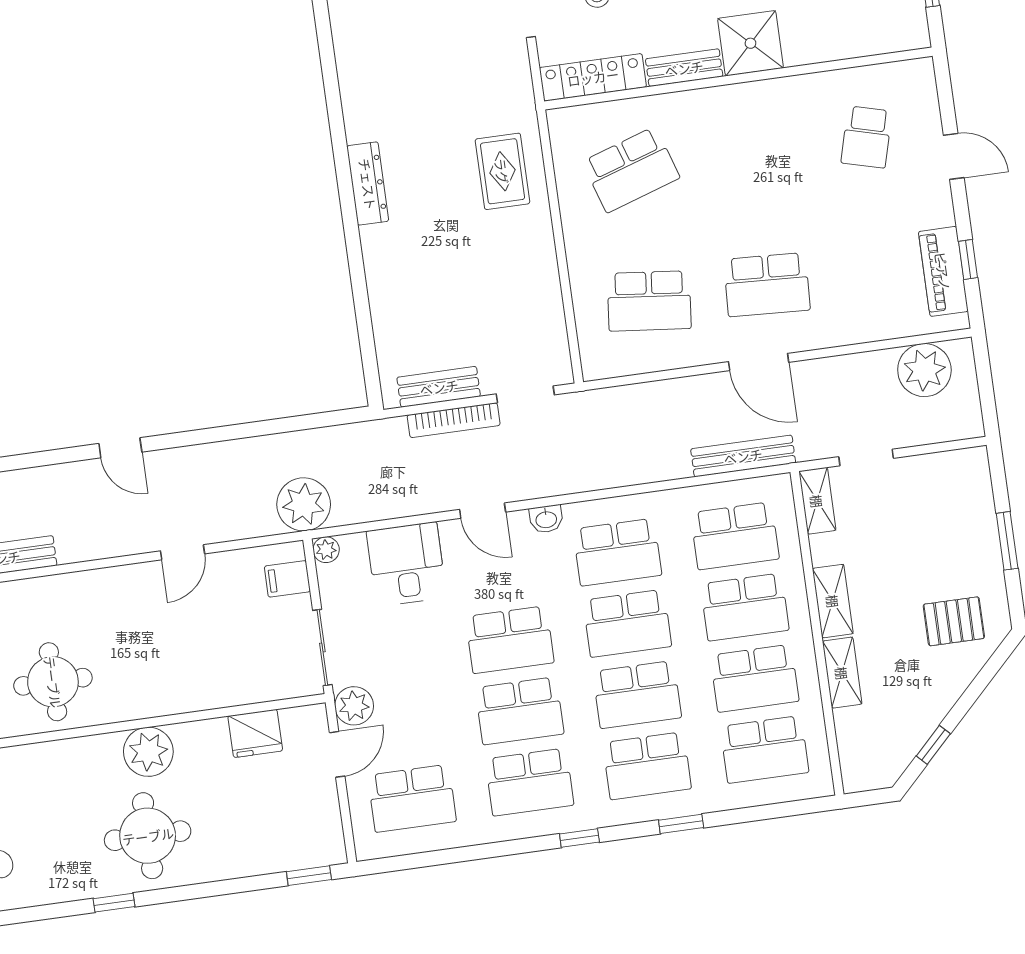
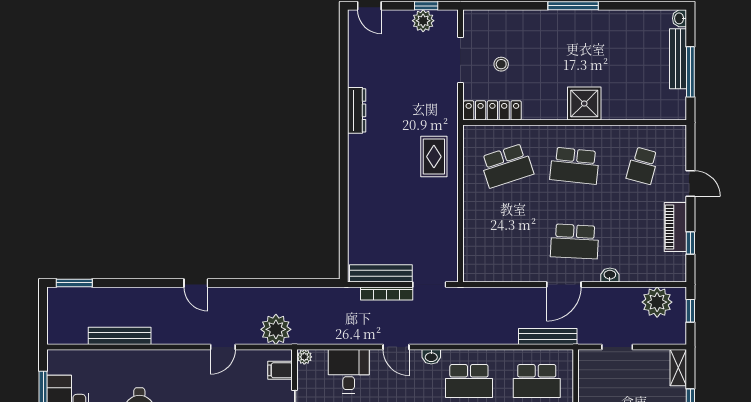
bench: (684, 68) -> (545, 112), removed
dresser: (368, 184) -> (357, 110), moved
piano: (943, 271) -> (675, 227), moved
school desk: (649, 301) -> (575, 166), moved
washbasin: (836, 334) -> (610, 275), added
door: (759, 362) -> (564, 285), hinge flipped
window: (984, 377) -> (690, 311), added
bench: (439, 387) -> (381, 273), width x1.36
shelving: (817, 501) -> (678, 368), moved
plant: (304, 504) -> (276, 329), moved

